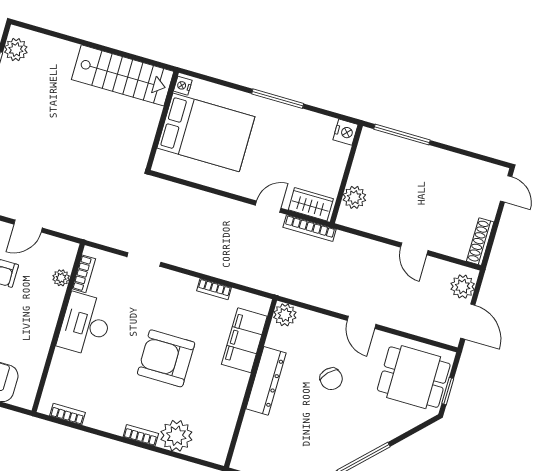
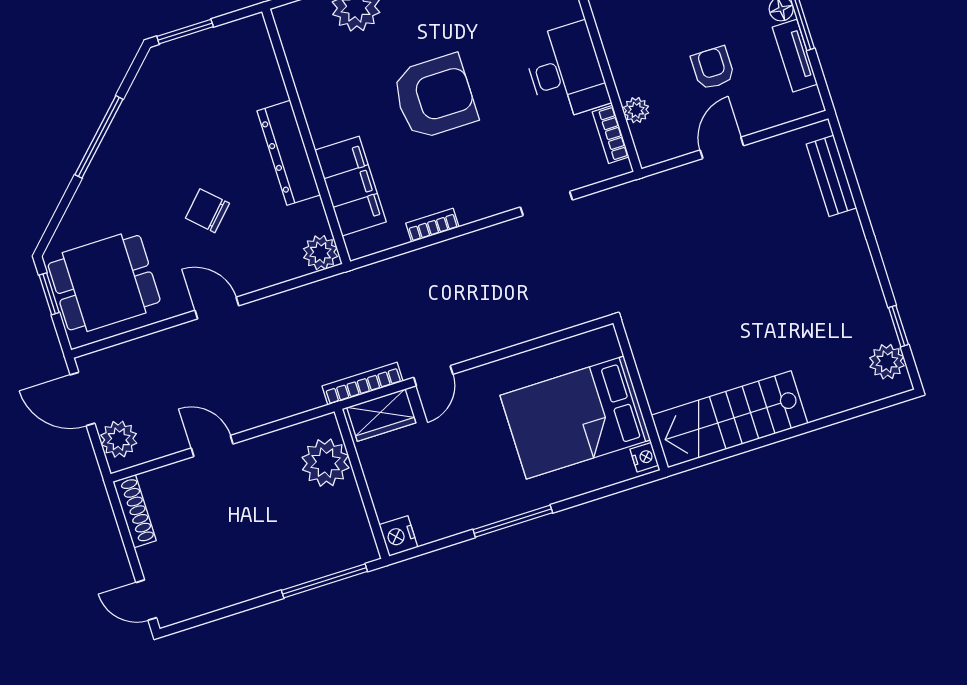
plant: (354, 197) -> (326, 463), width x1.36, depth x1.36

